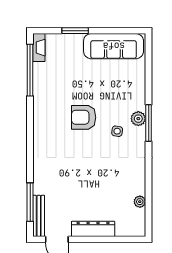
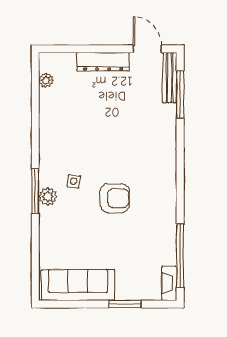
plant: (140, 202) -> (46, 80), moved

